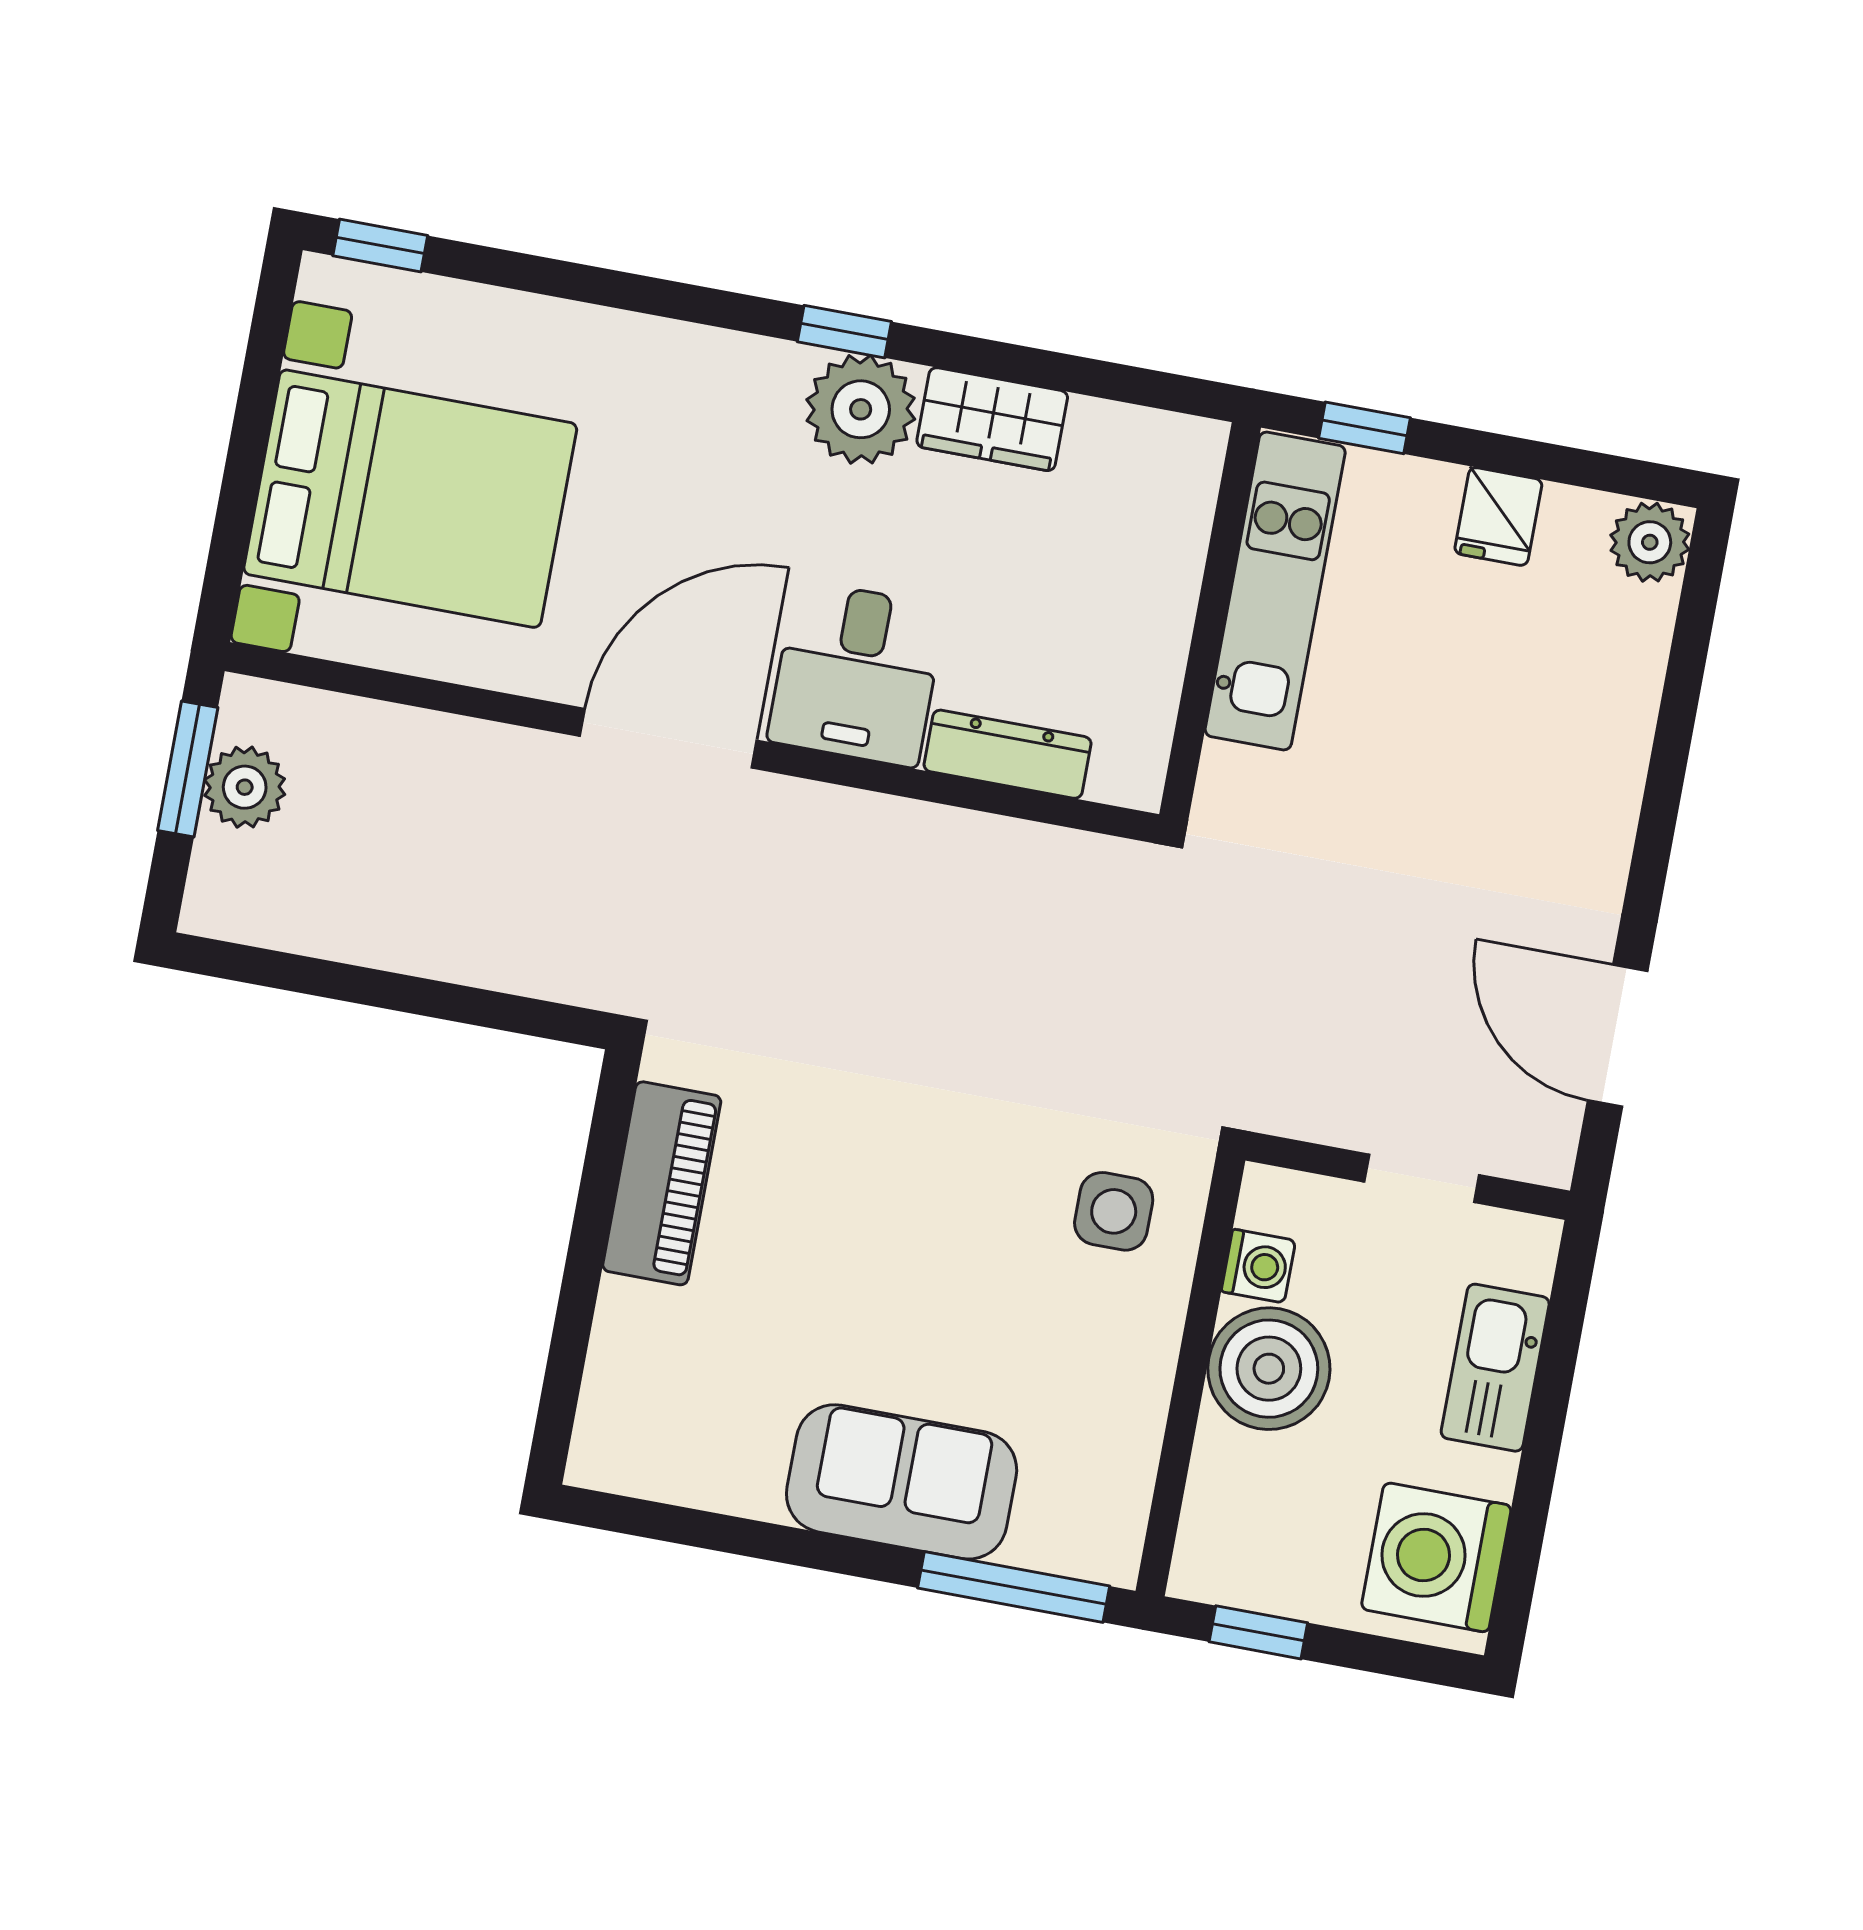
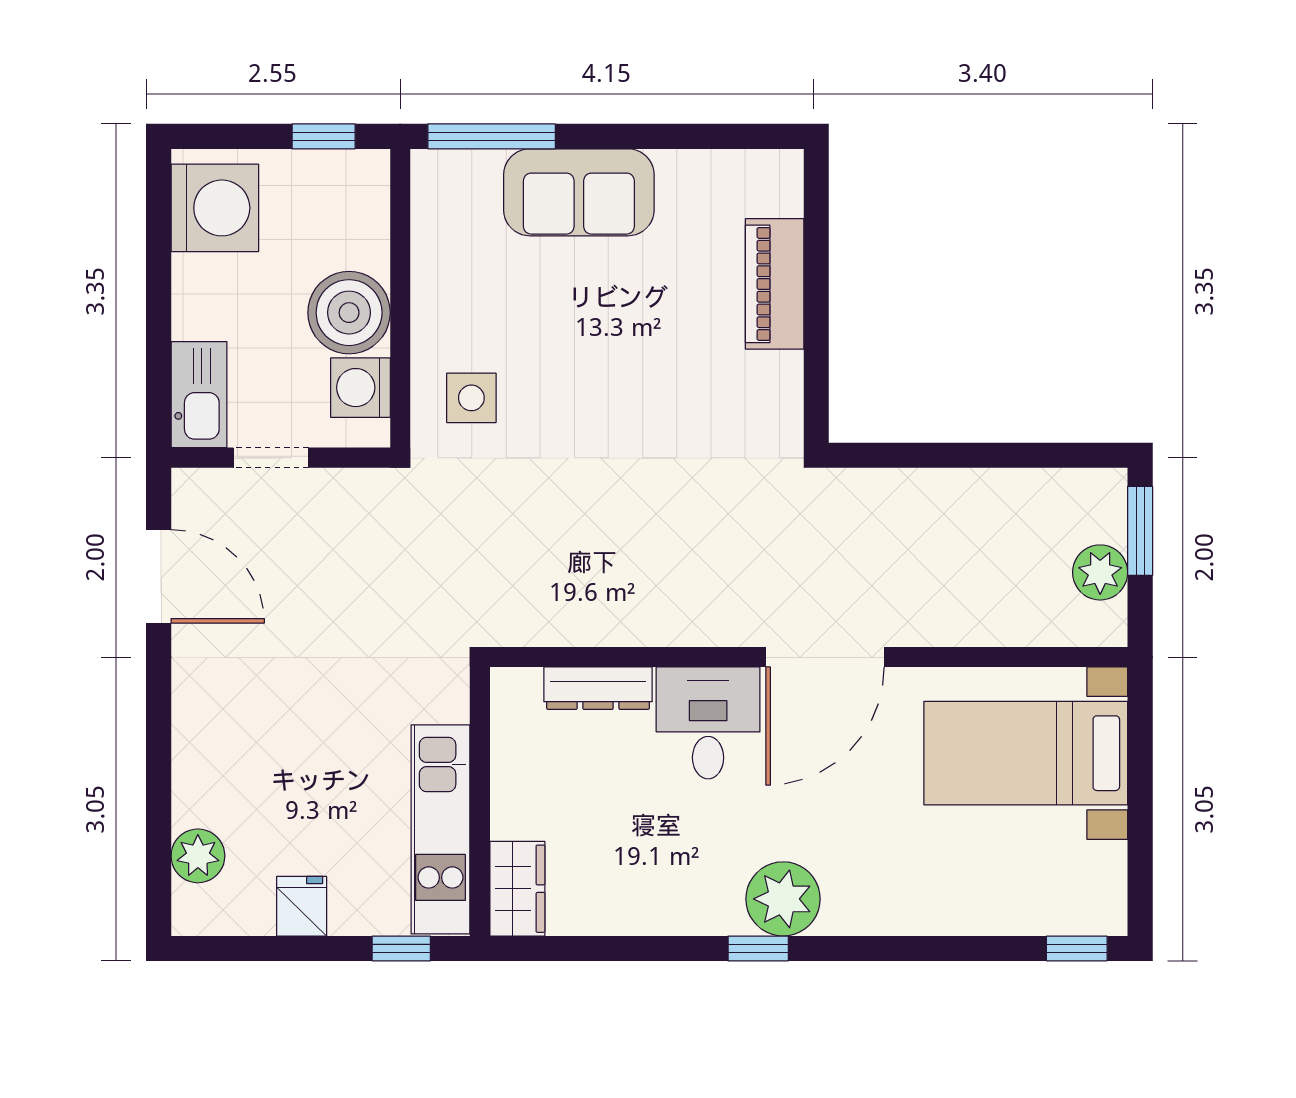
plant: (861, 409) -> (783, 899), moved
wardrobe: (992, 419) -> (517, 889), moved, turned 90
bed with nightstands: (410, 499) -> (1026, 753), width x0.73
plant: (1650, 542) -> (198, 856), moved
window: (188, 769) -> (1140, 531), moved
piano: (662, 1183) -> (775, 284), moved
washing machine: (1258, 1266) -> (360, 388), width x1.38, depth x1.38
kitchen sink: (1495, 1368) -> (199, 395), moved

